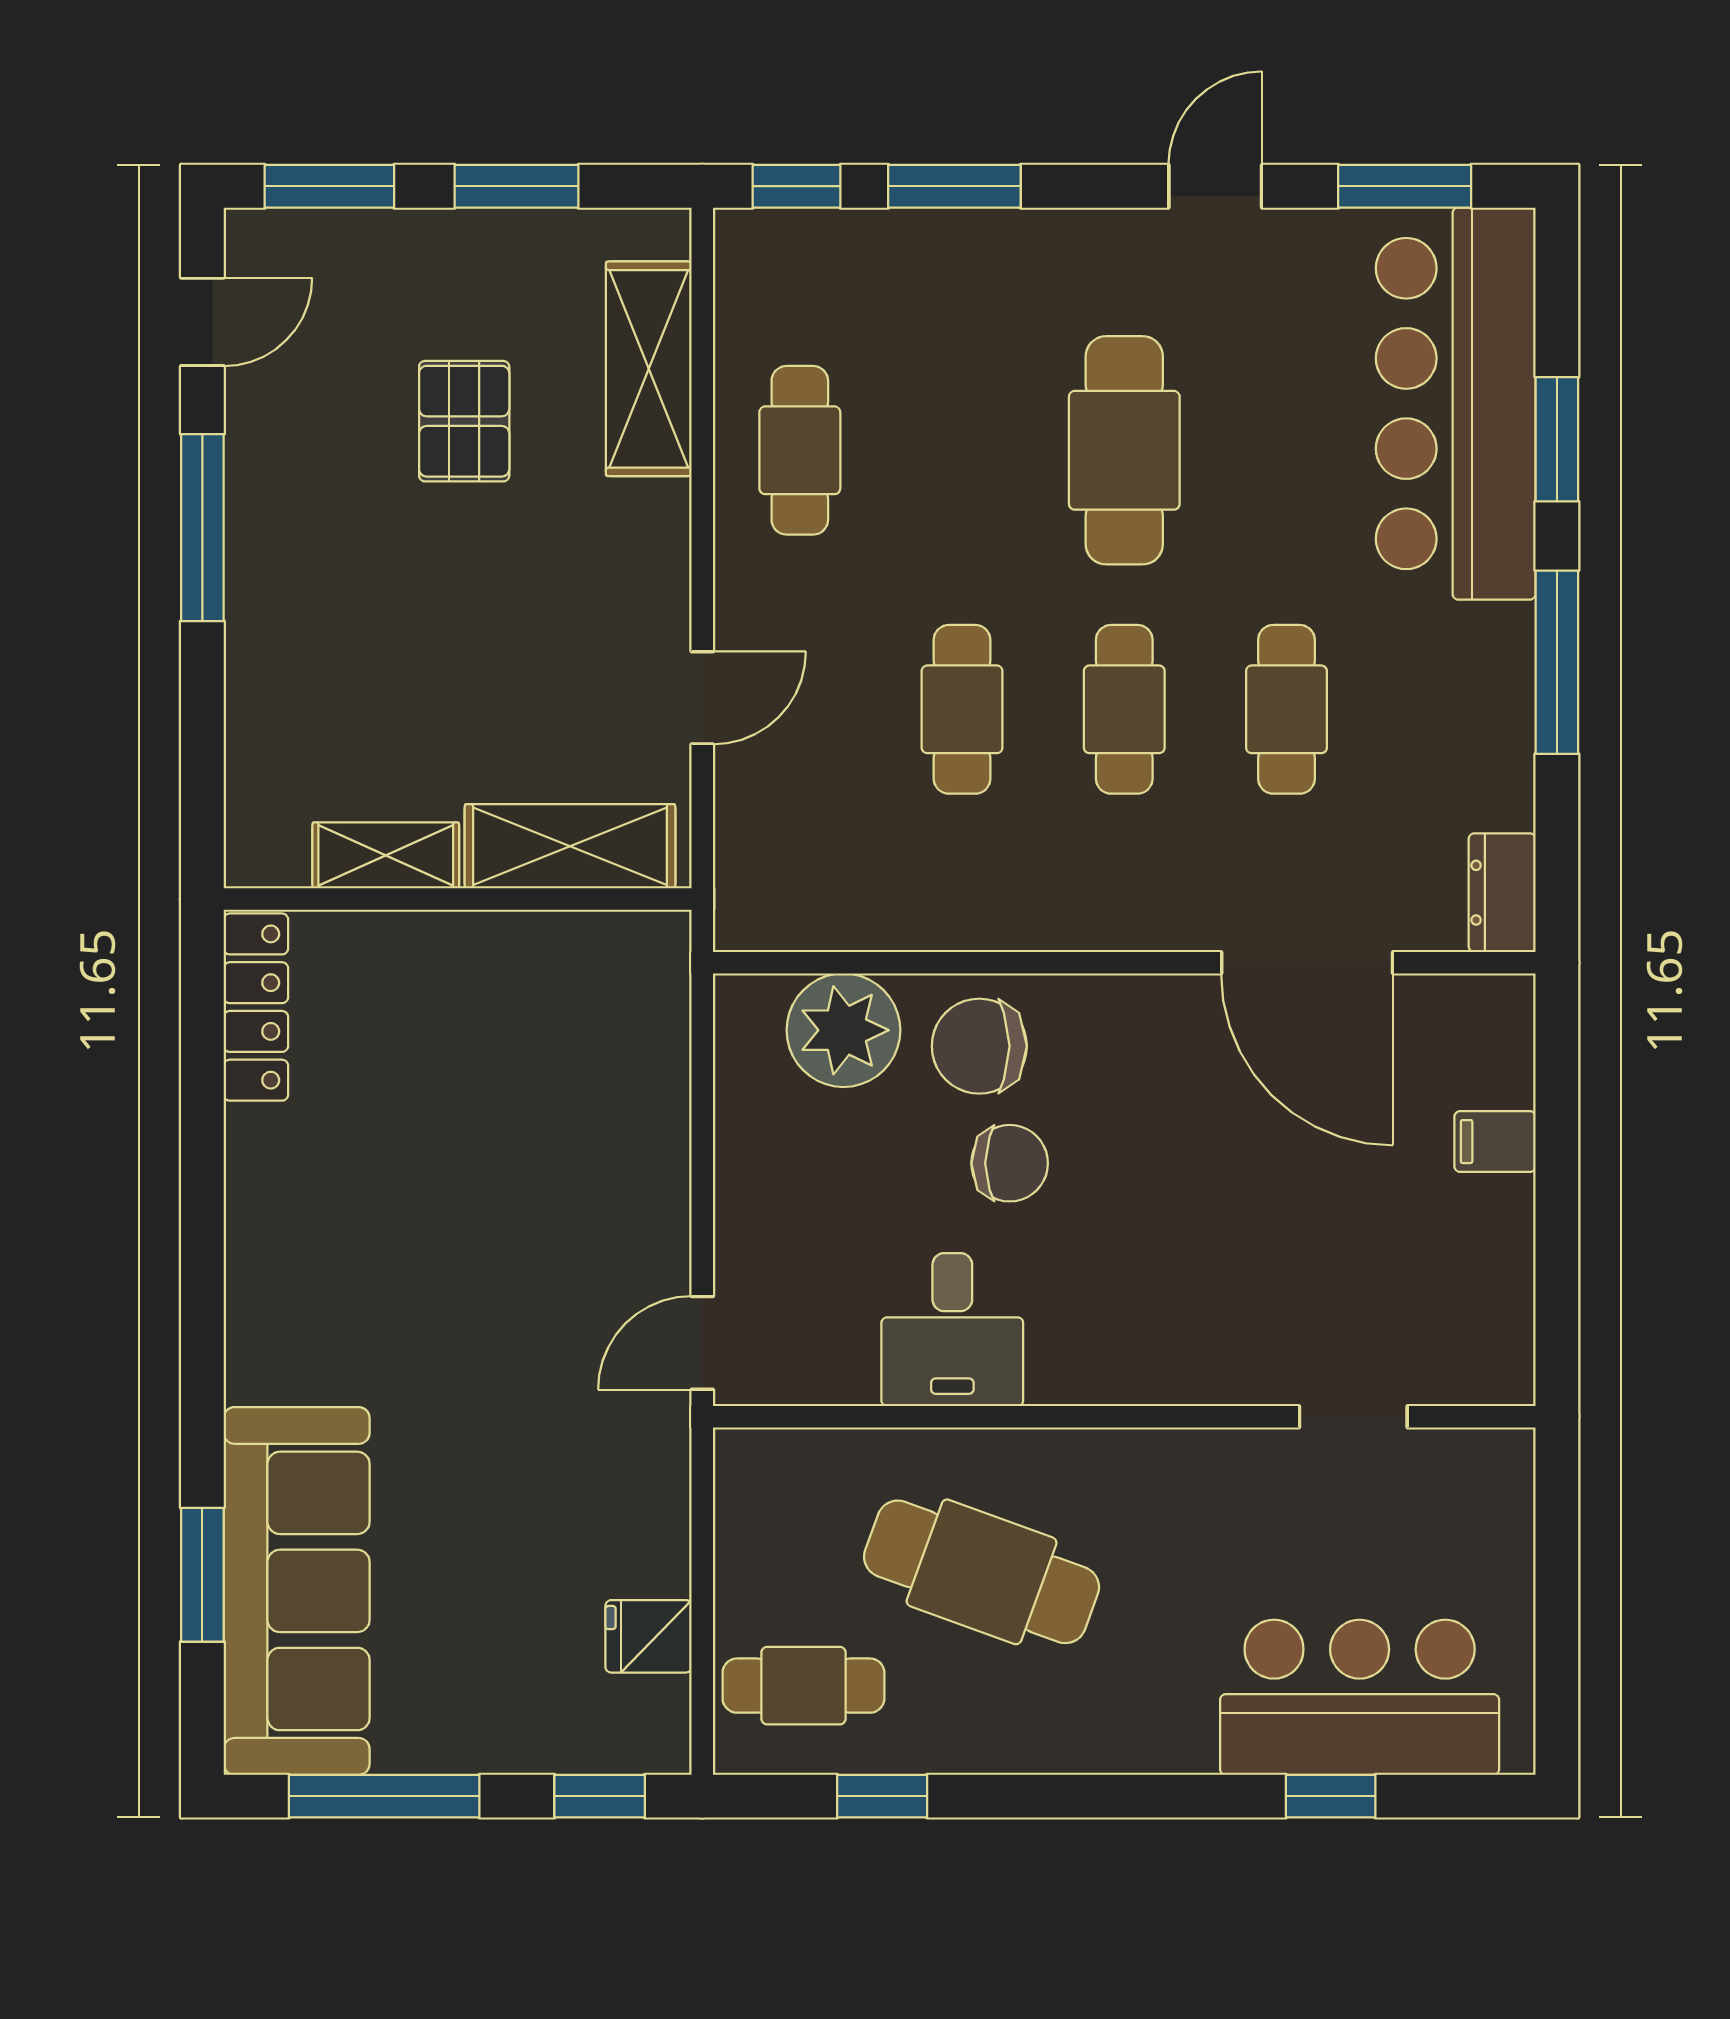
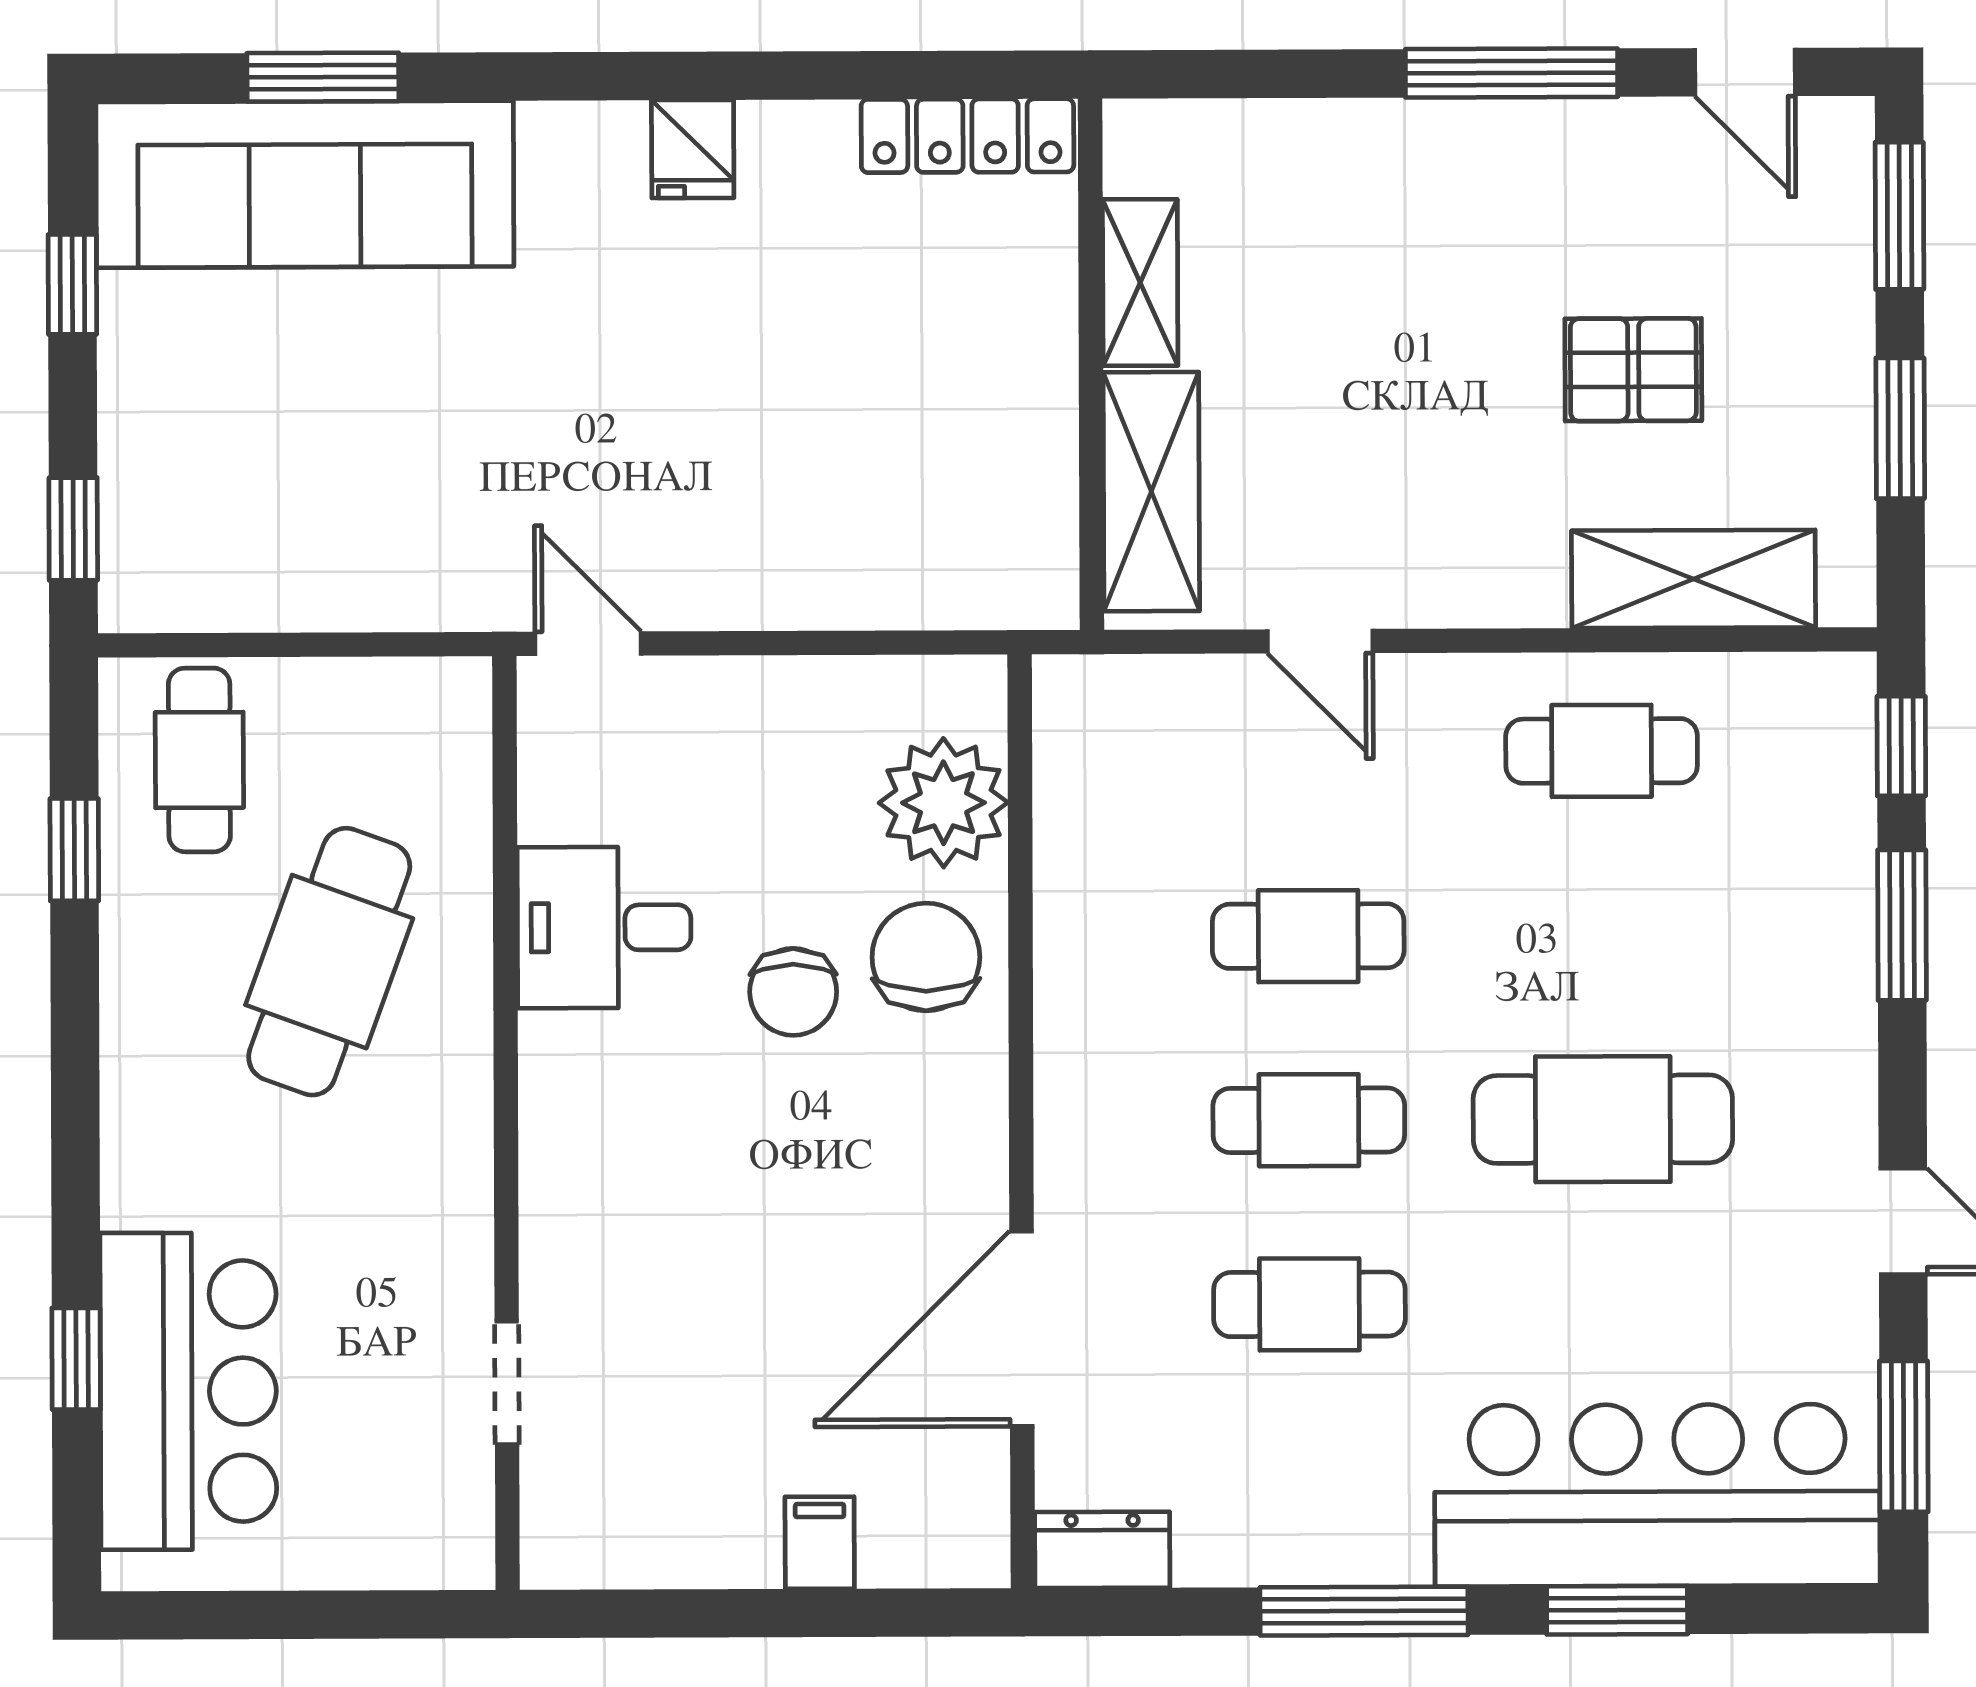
fridge: (649, 1636) -> (693, 149), moved, turned 180
window: (384, 1796) -> (72, 284), width x0.46

